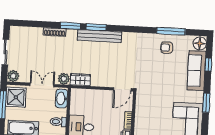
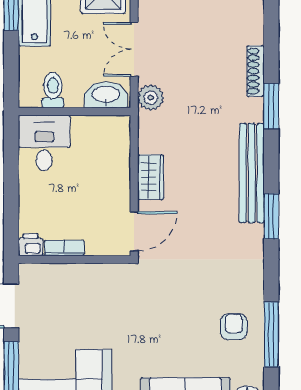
window: (96, 27) -> (271, 216), moved
wardrobe: (80, 80) -> (151, 177), moved
double door: (42, 85) -> (134, 49), swing flipped
door: (122, 89) -> (134, 231), swing flipped

